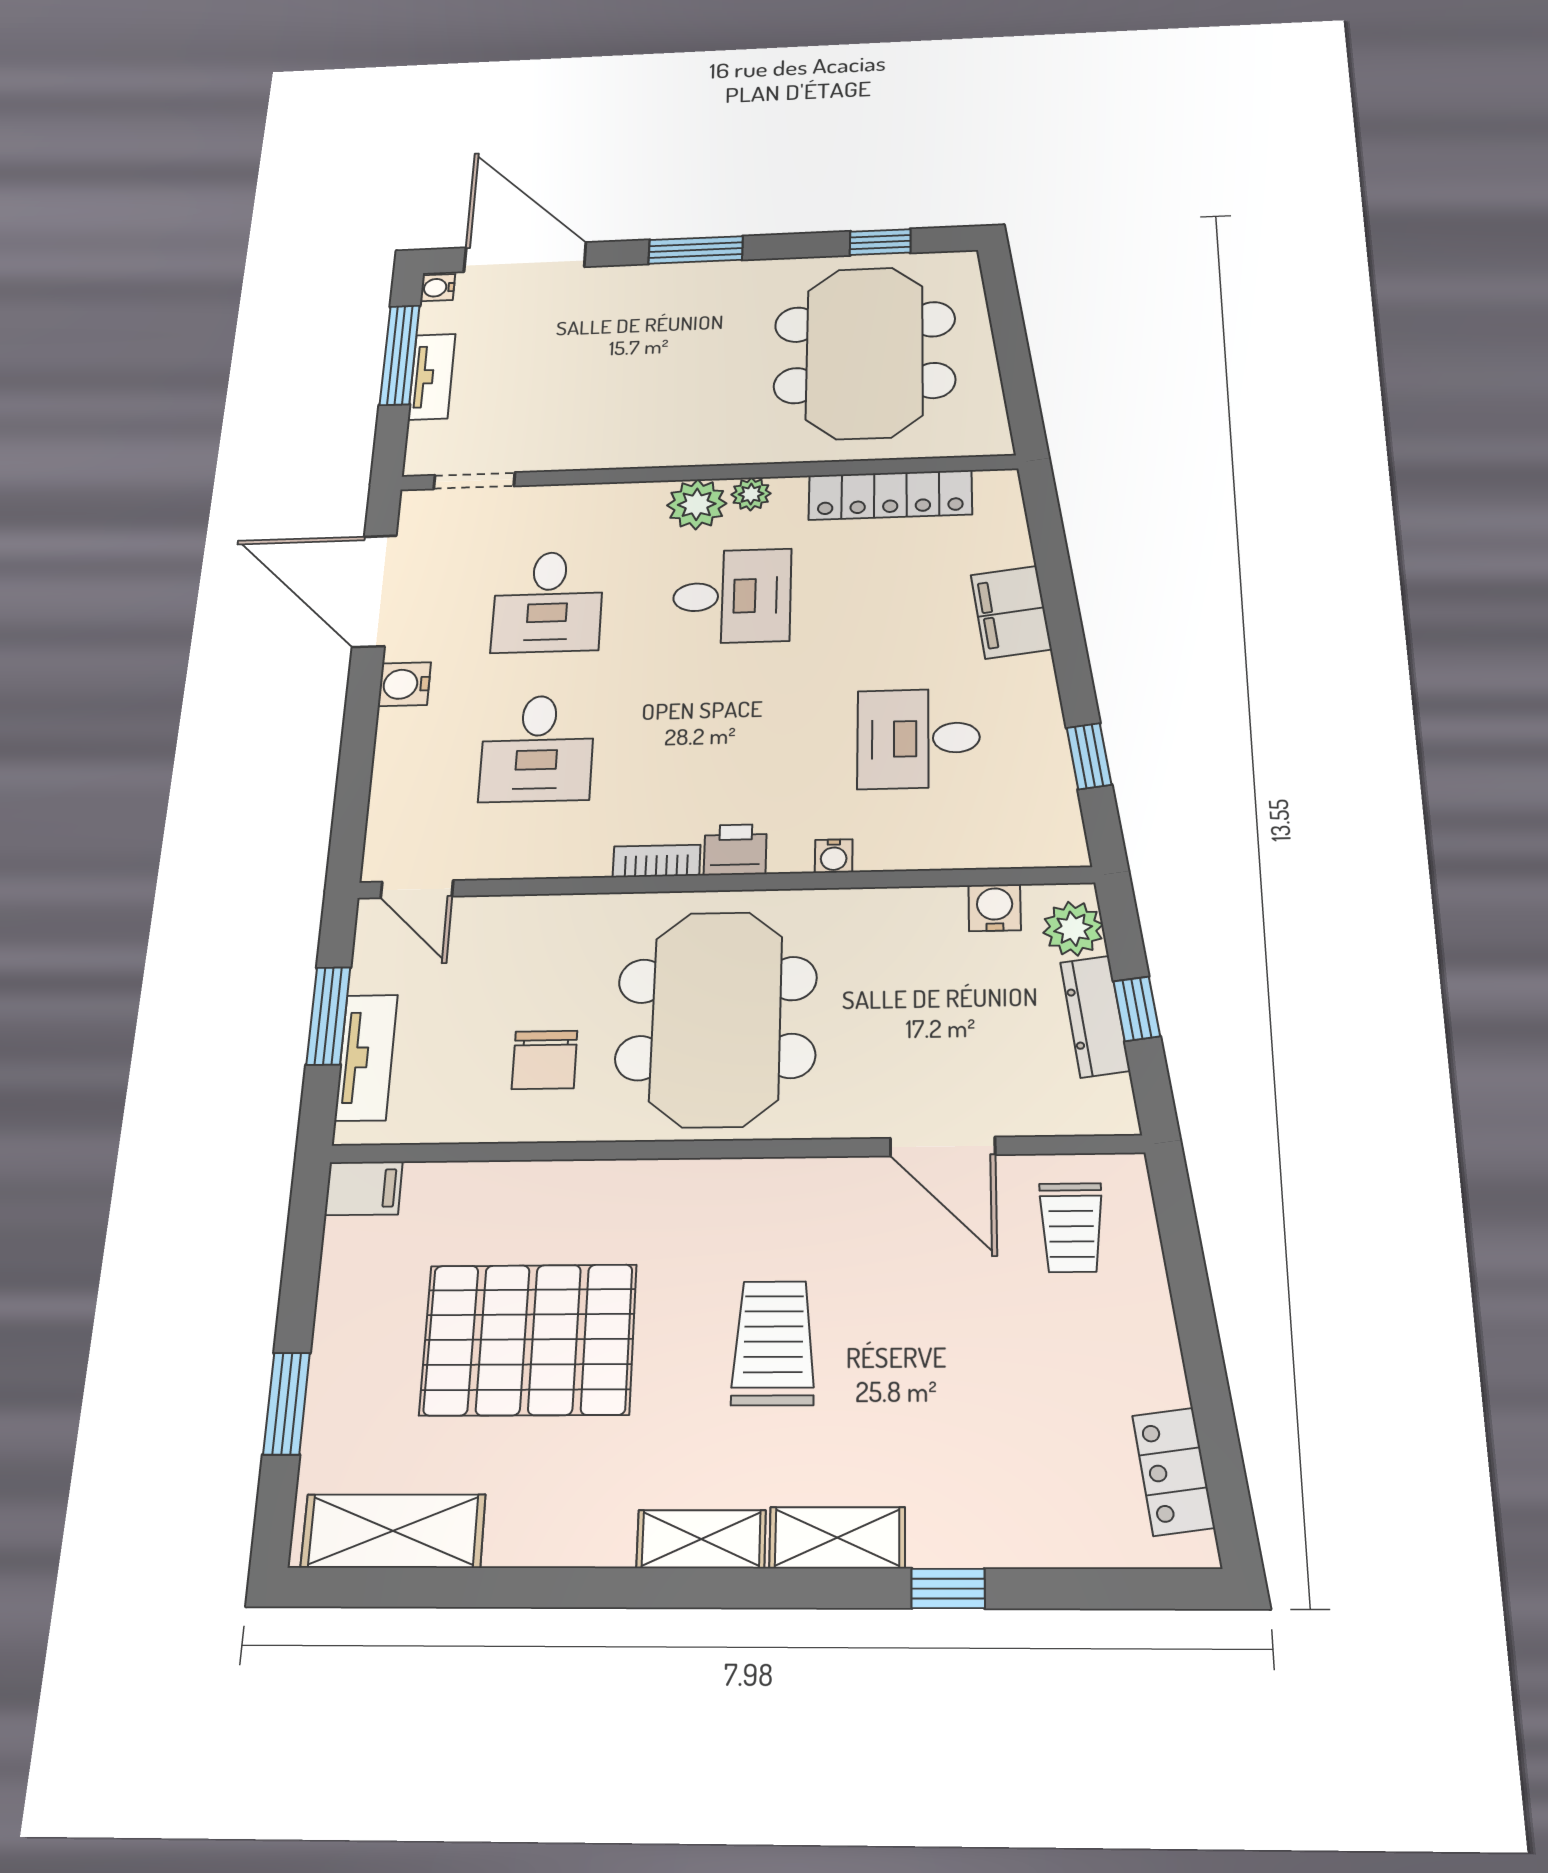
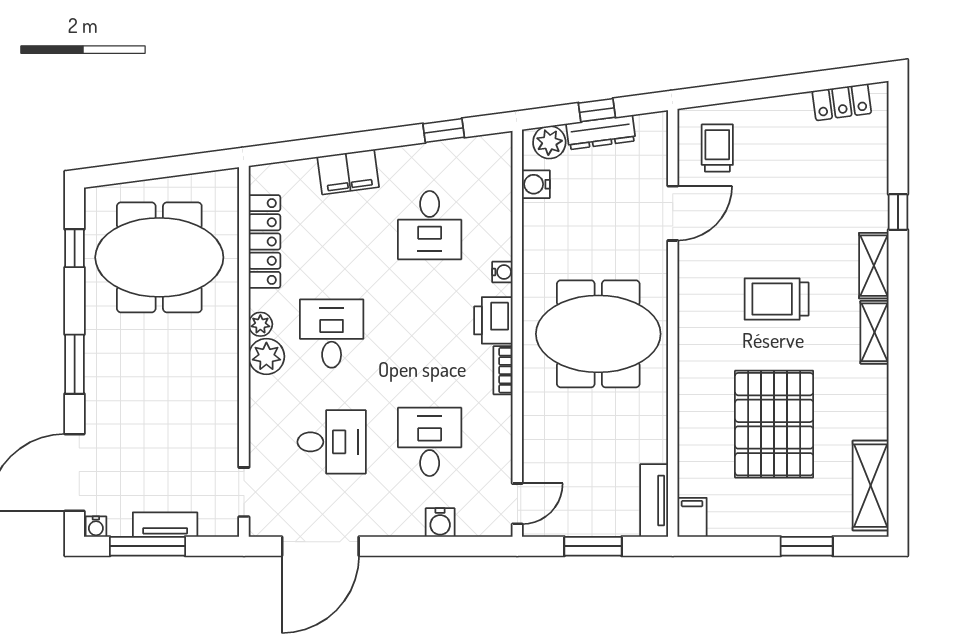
water cooler: (404, 684) -> (440, 523), moved
desk: (537, 748) -> (430, 442), turned -90
printer: (735, 850) -> (493, 320), width x1.36, depth x1.24
tv unit: (366, 1057) -> (654, 501), moved, turned -90
chair: (545, 1060) -> (621, 426), removed
trolley: (1071, 1227) -> (717, 148), turned -90

